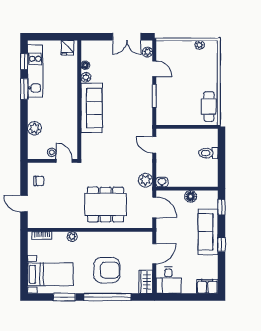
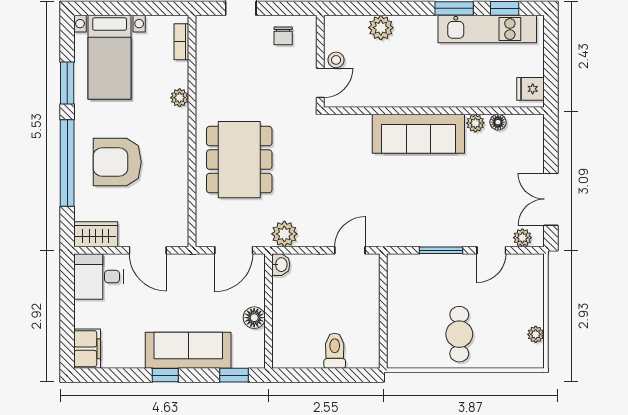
cafe table: (209, 106) -> (459, 334), moved, turned 90
armchair: (107, 270) -> (117, 162), turned 90

